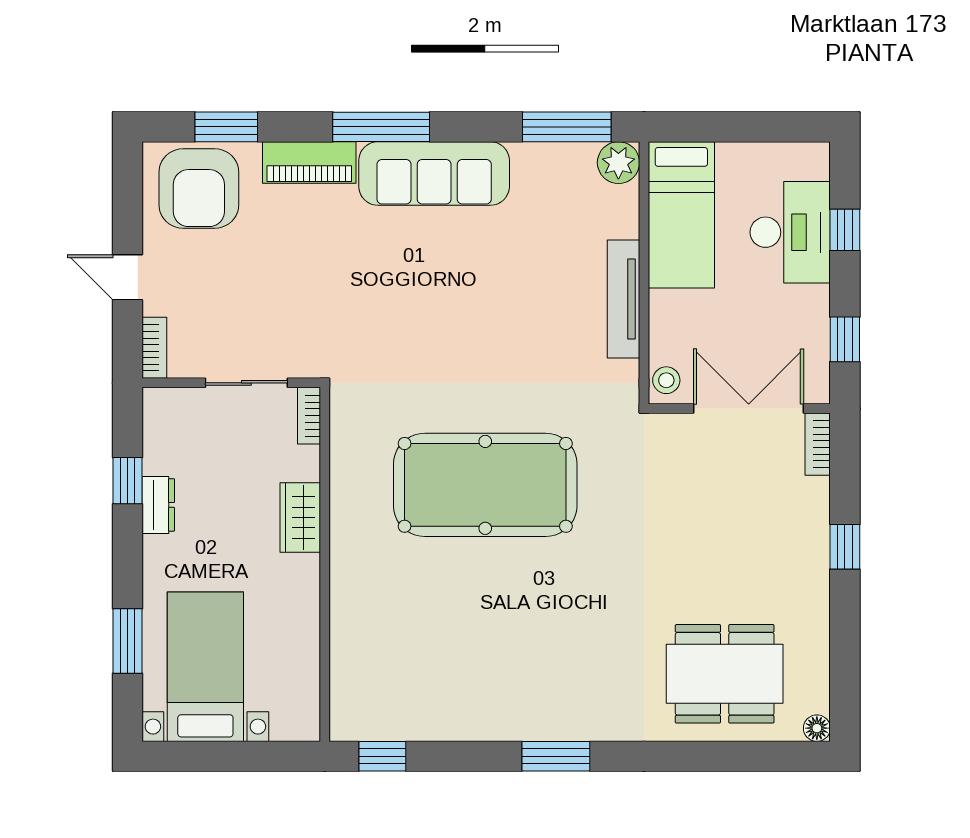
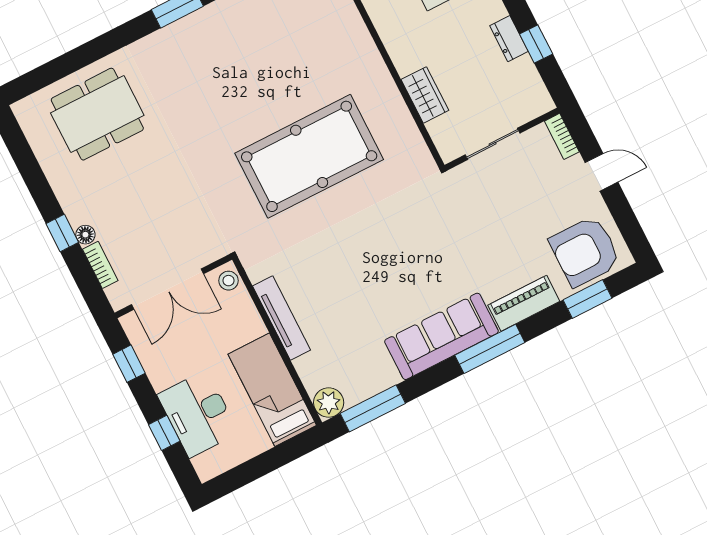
armchair: (199, 189) -> (585, 251), turned -90
bookcase: (309, 416) -> (442, 143), removed
bookcase: (818, 444) -> (100, 265), moved
wardrobe: (300, 517) -> (425, 95), moved
floor lamp: (817, 728) -> (85, 235), moved

